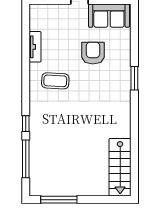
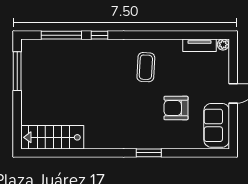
plant: (34, 10) -> (223, 45), added
tv unit: (35, 47) -> (200, 45), moved
armchair: (93, 53) -> (176, 108), turned 180

